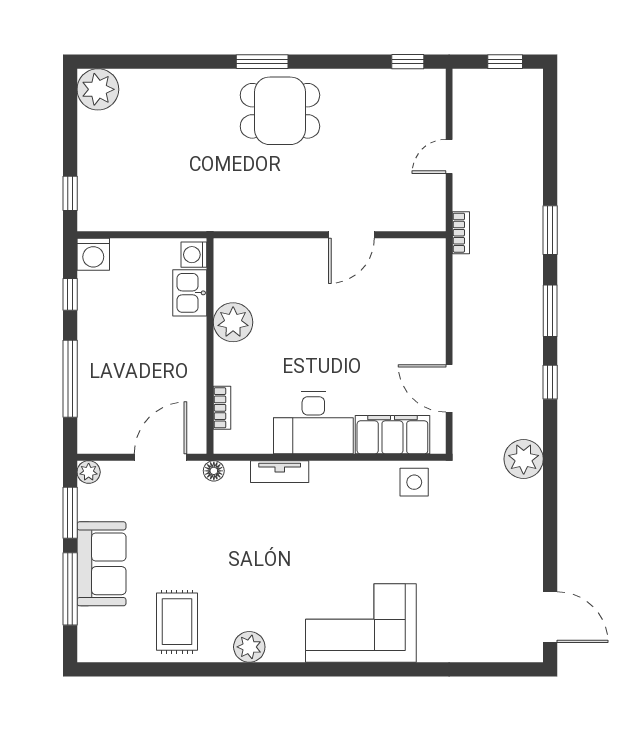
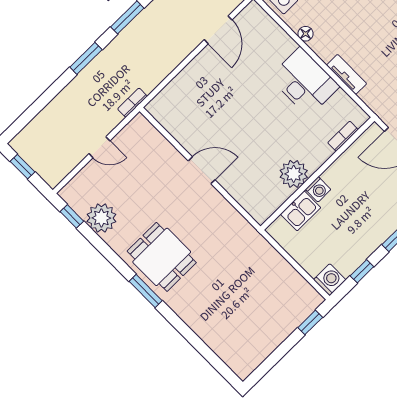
plant: (98, 89) -> (101, 218), moved
door: (351, 235) -> (202, 170), moved
washing machine: (194, 255) -> (318, 189), moved
filing cabinet: (392, 435) -> (270, 35), removed
floor lamp: (214, 471) -> (306, 34), moved

